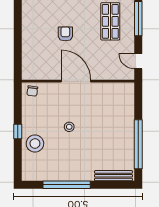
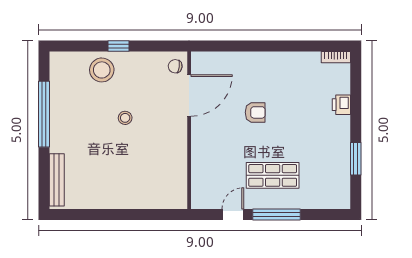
door: (138, 61) -> (233, 214), moved
door: (76, 81) -> (189, 96), moved
window: (138, 144) -> (101, 214), removed

